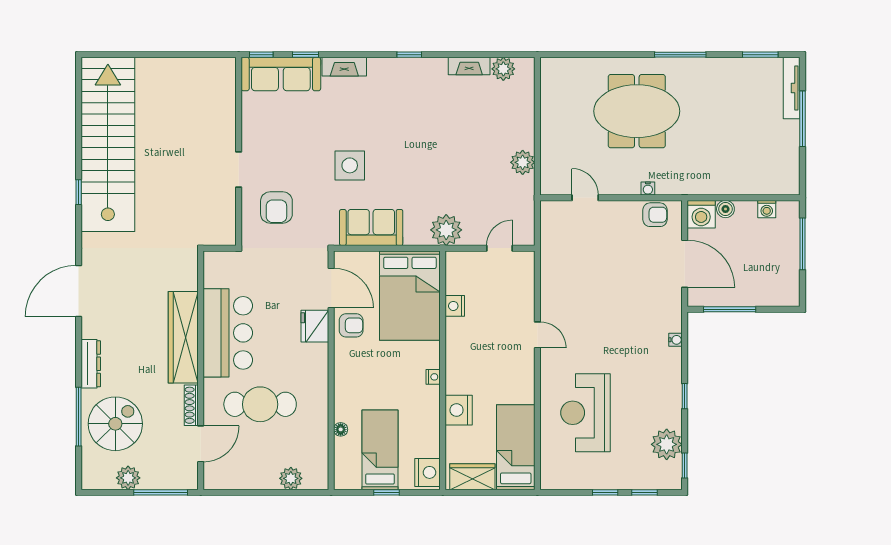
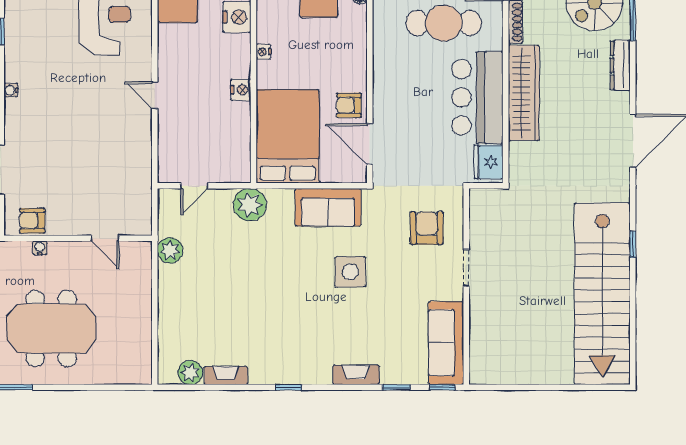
sofa: (281, 74) -> (446, 343), moved, turned -90
plant: (523, 162) -> (170, 250), moved
nightstand: (455, 306) -> (241, 90), moved
fridge: (315, 326) -> (489, 162), moved, turned 180

